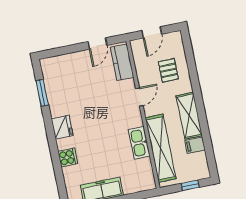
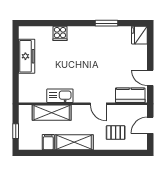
door: (152, 32) -> (150, 125), hinge flipped
window: (42, 93) -> (106, 23), moved
fridge: (62, 127) -> (139, 35), moved, turned 90
shelving: (161, 148) -> (52, 113), width x0.68

